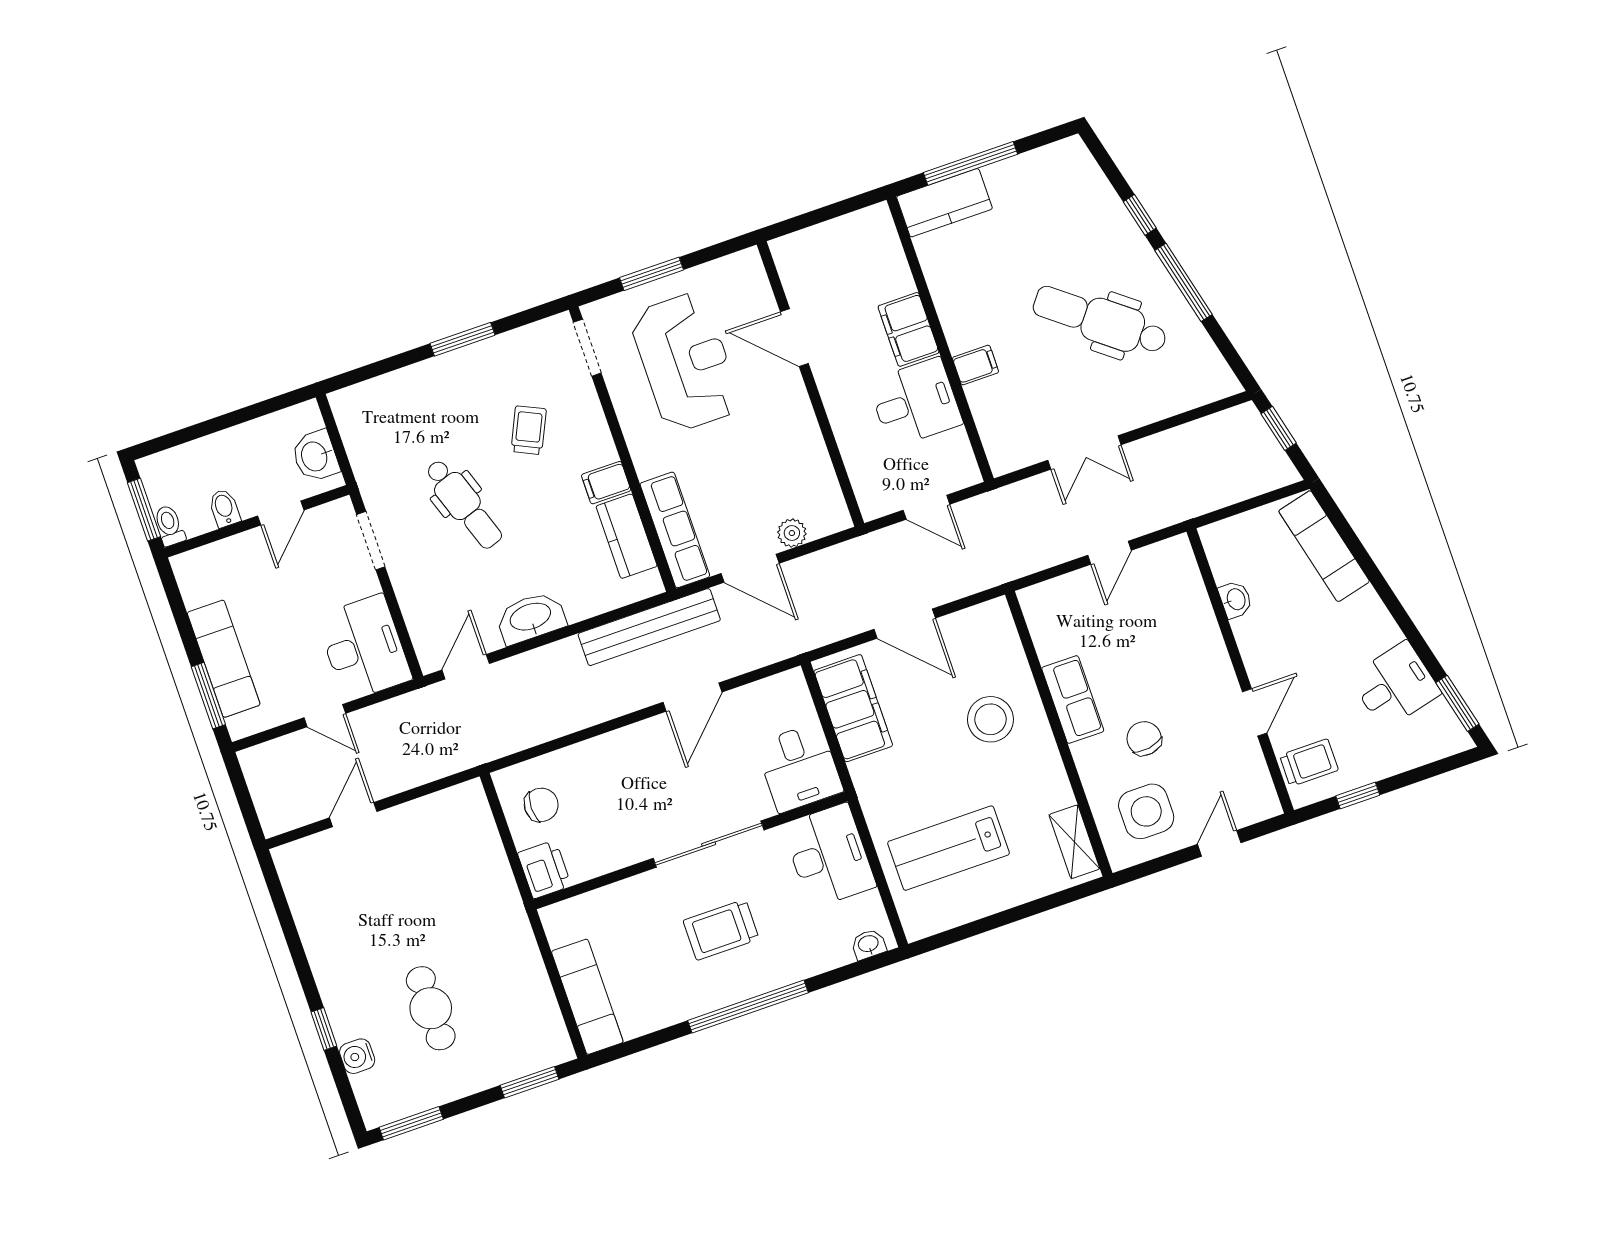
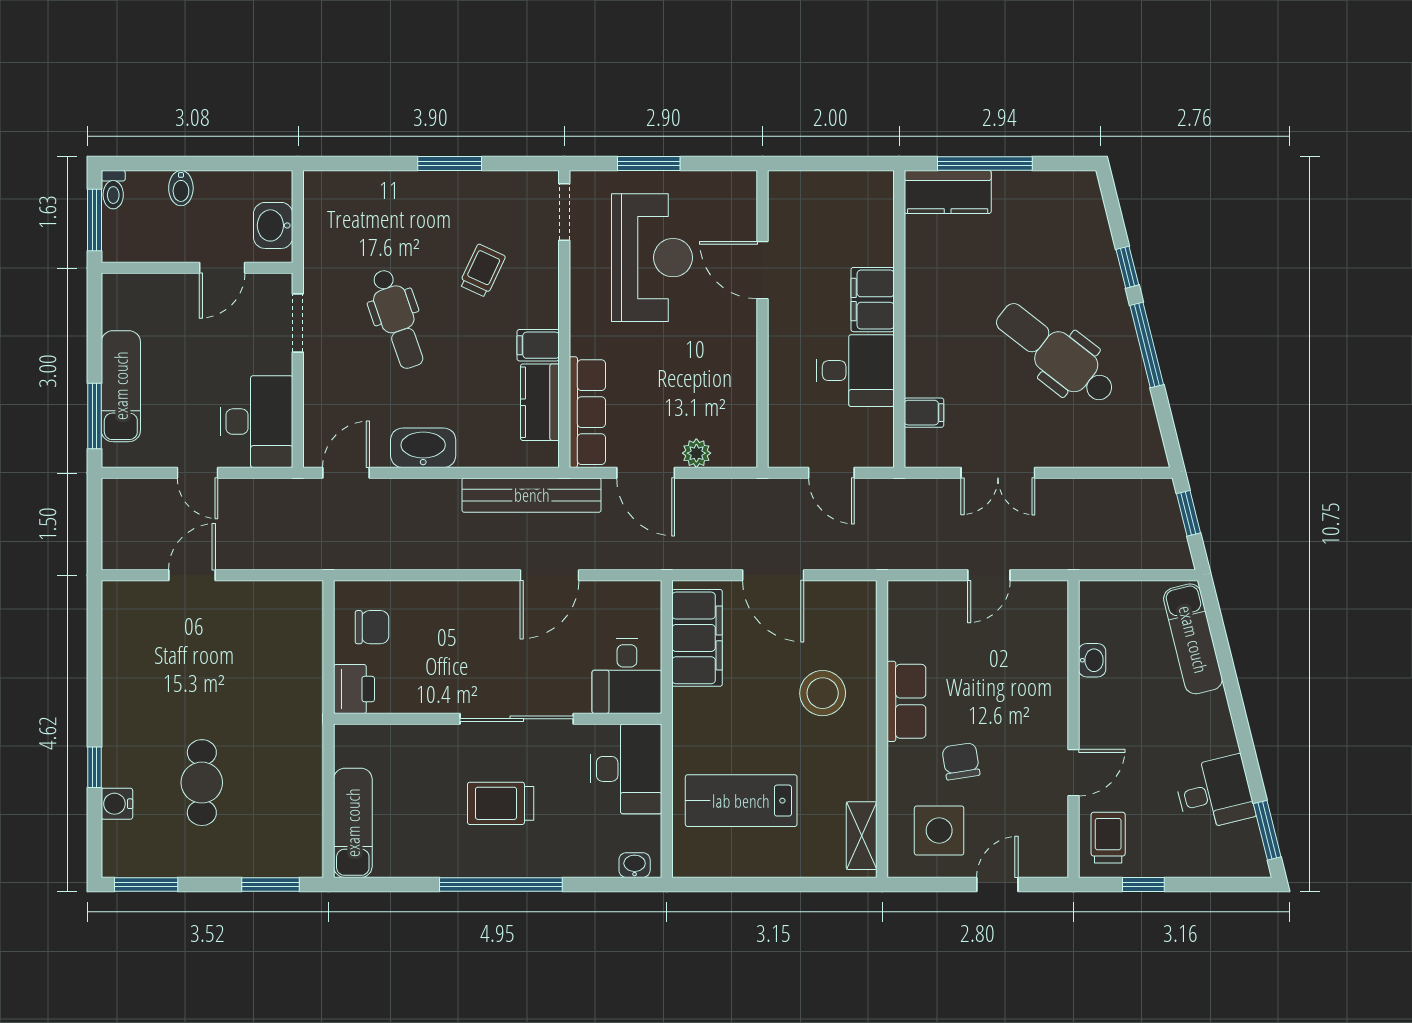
filing cabinet: (976, 365) -> (924, 413), moved
bidet: (224, 508) -> (181, 188), moved, turned 180
toilet: (169, 526) -> (113, 190), moved, turned 180
trolley: (1309, 763) -> (1108, 838), turned -90

